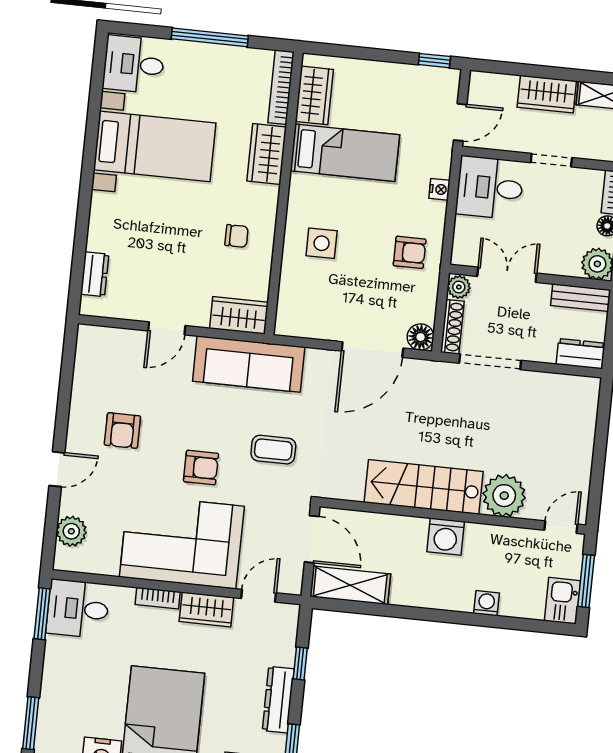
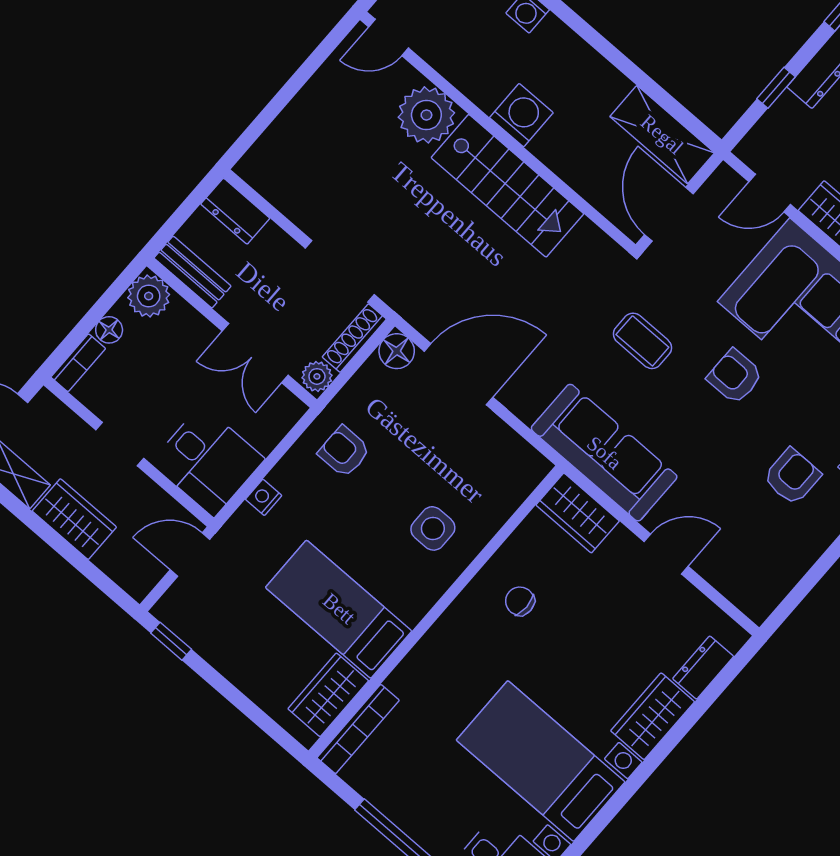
wardrobe: (267, 154) -> (653, 716), moved, turned 180

